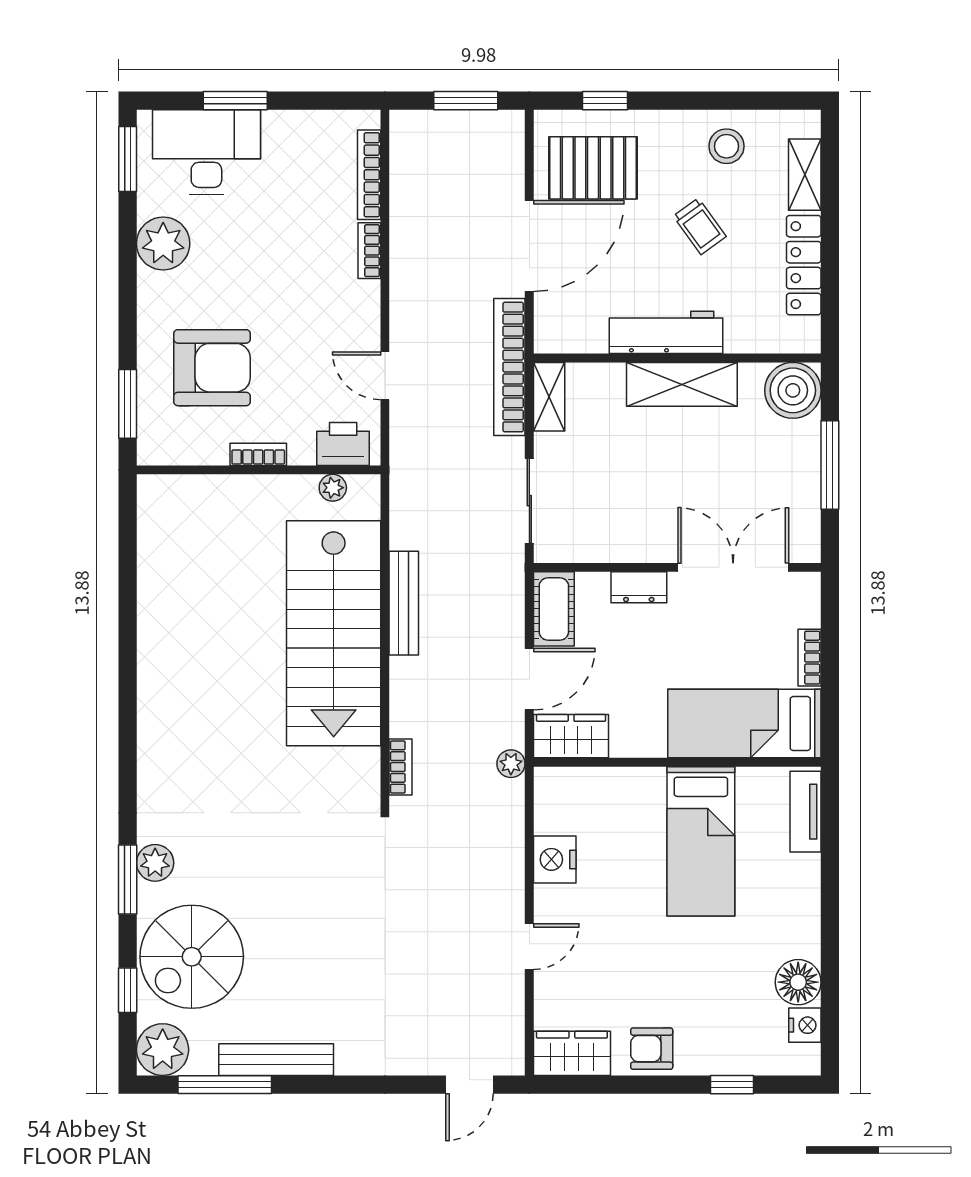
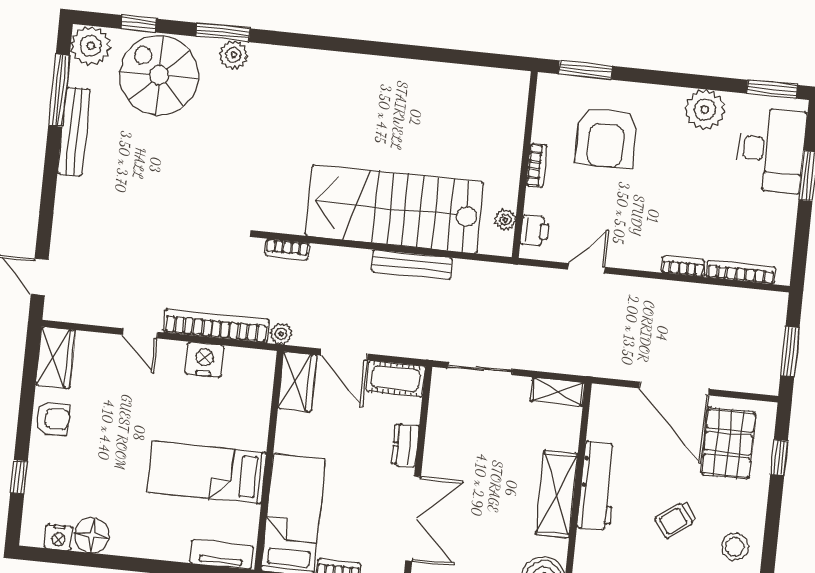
bookcase: (509, 367) -> (216, 326), moved
printer: (343, 444) -> (535, 231), width x0.73, depth x0.81
armchair: (652, 1049) -> (53, 419), turned 90

